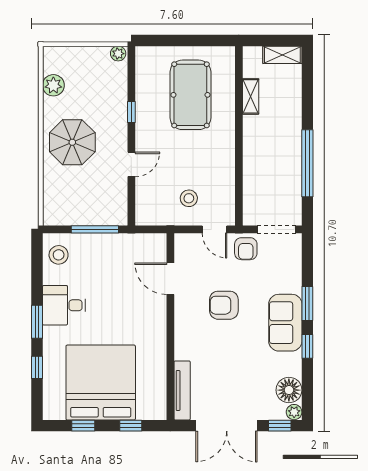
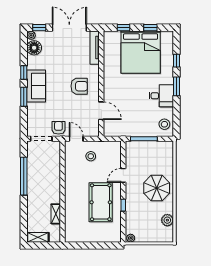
pool table: (190, 95) -> (101, 202), moved
armchair: (224, 305) -> (79, 86), moved

